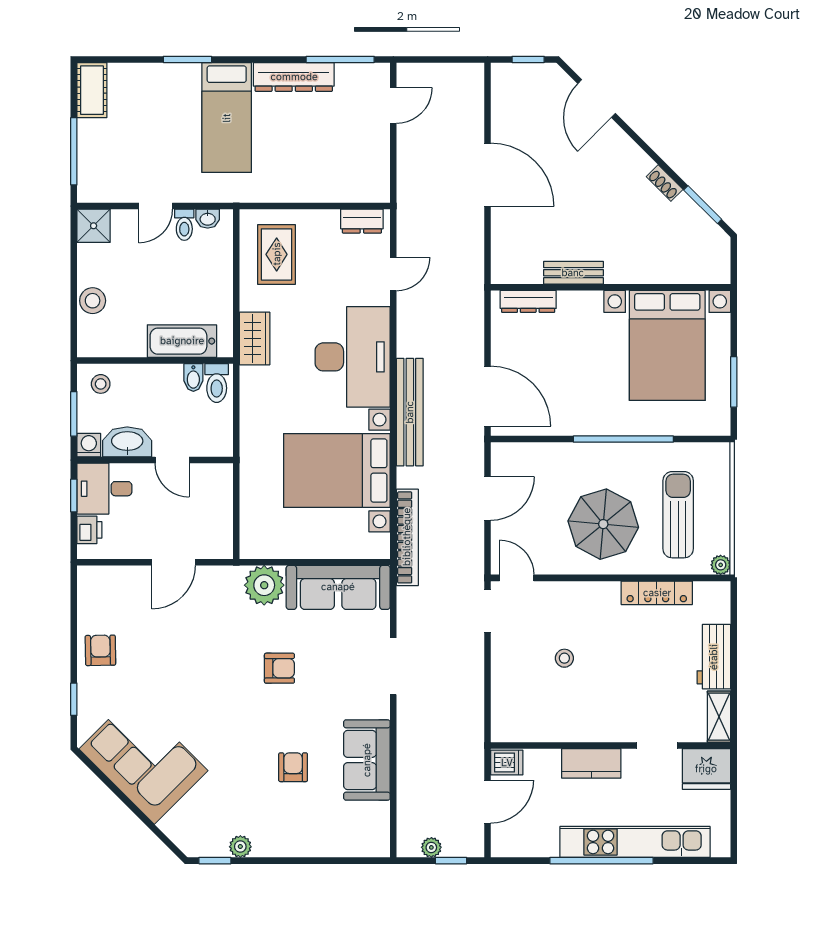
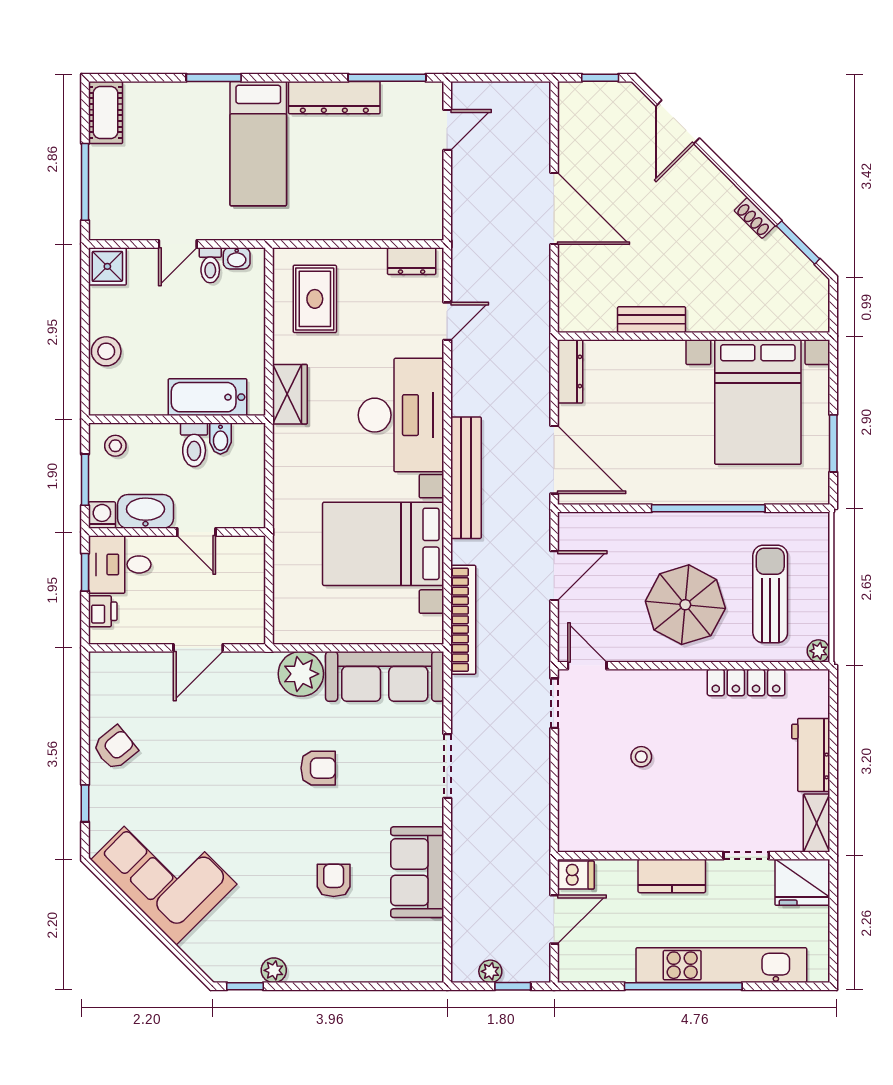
dresser: (528, 301) -> (570, 371), moved, turned -90
toilet: (217, 383) -> (194, 445), moved
armchair: (100, 650) -> (115, 748), turned 52

